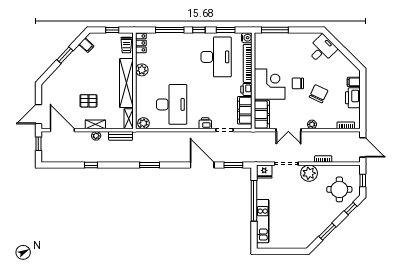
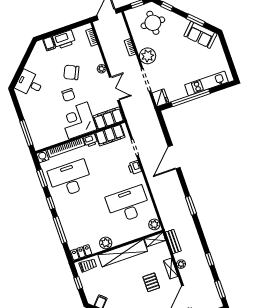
window: (233, 165) -> (220, 289), moved
sofa: (312, 232) -> (200, 35), added

